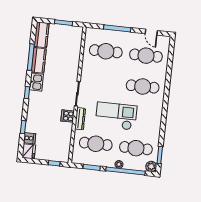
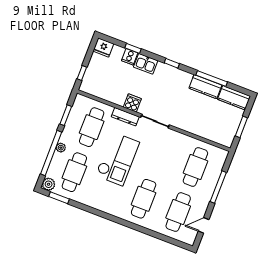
kitchen sink: (36, 82) -> (146, 64), moved
cooker: (30, 138) -> (130, 57), moved

